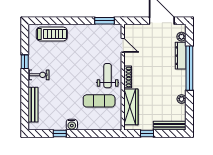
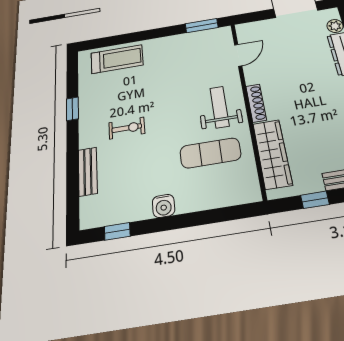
door: (123, 45) -> (238, 55), hinge flipped
exercise bike: (39, 75) -> (127, 128), moved
bench: (33, 105) -> (88, 171), width x0.73
window: (60, 134) -> (117, 231), moved

